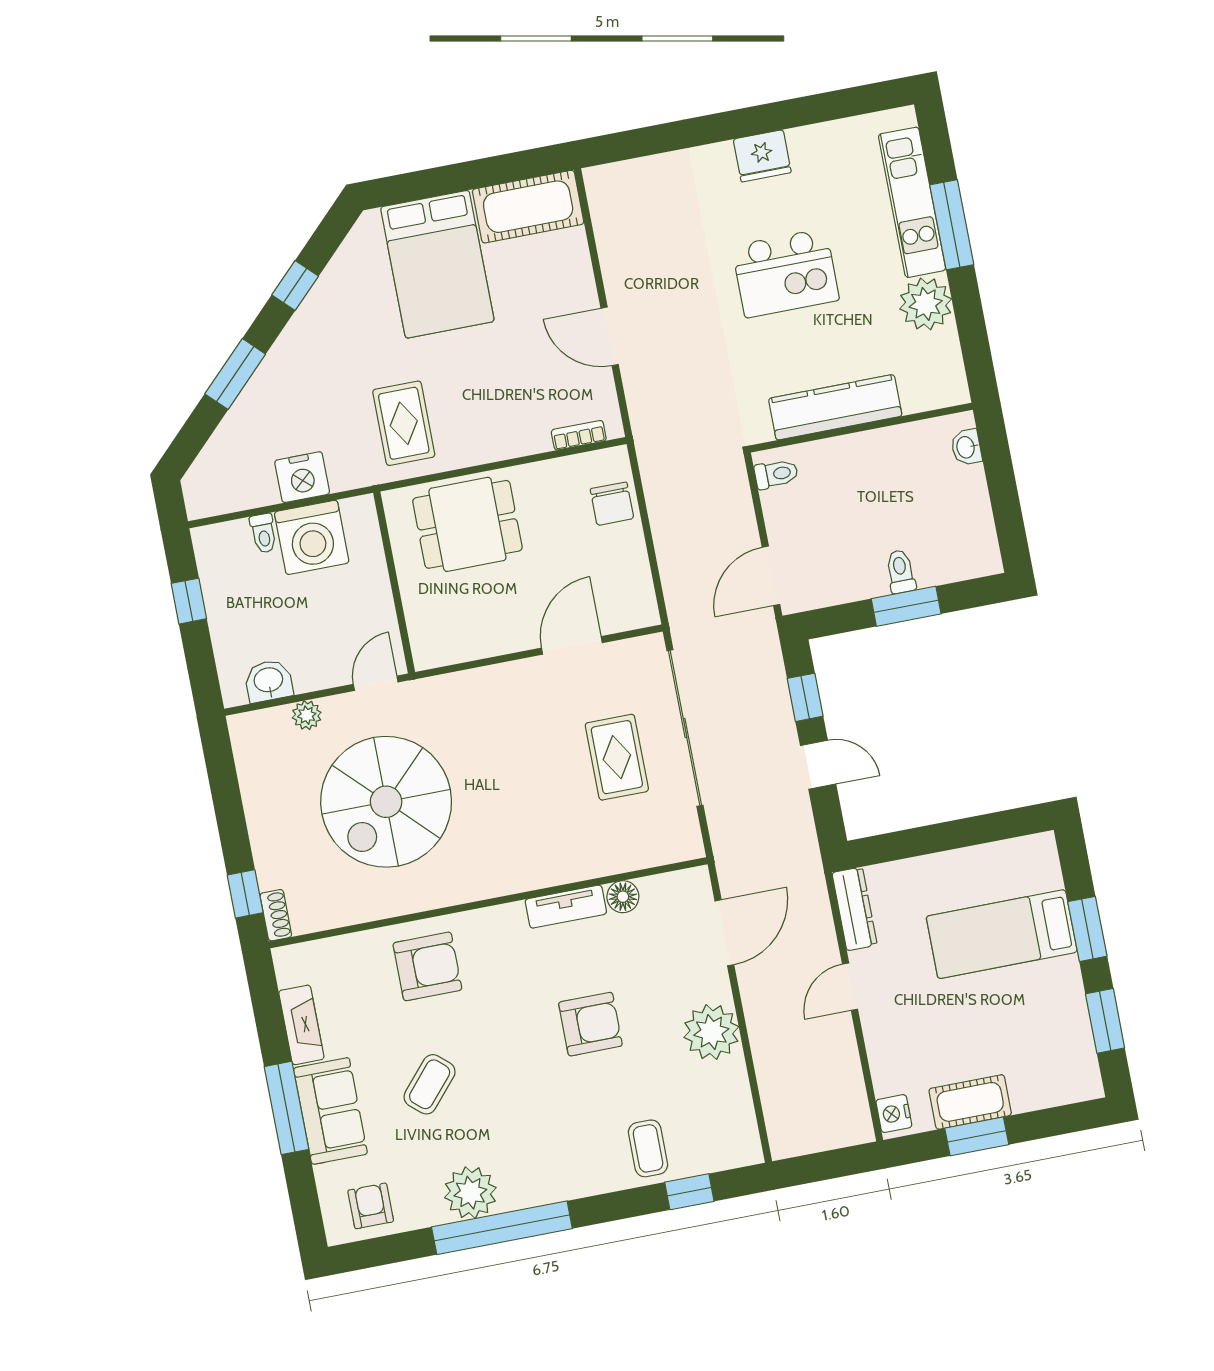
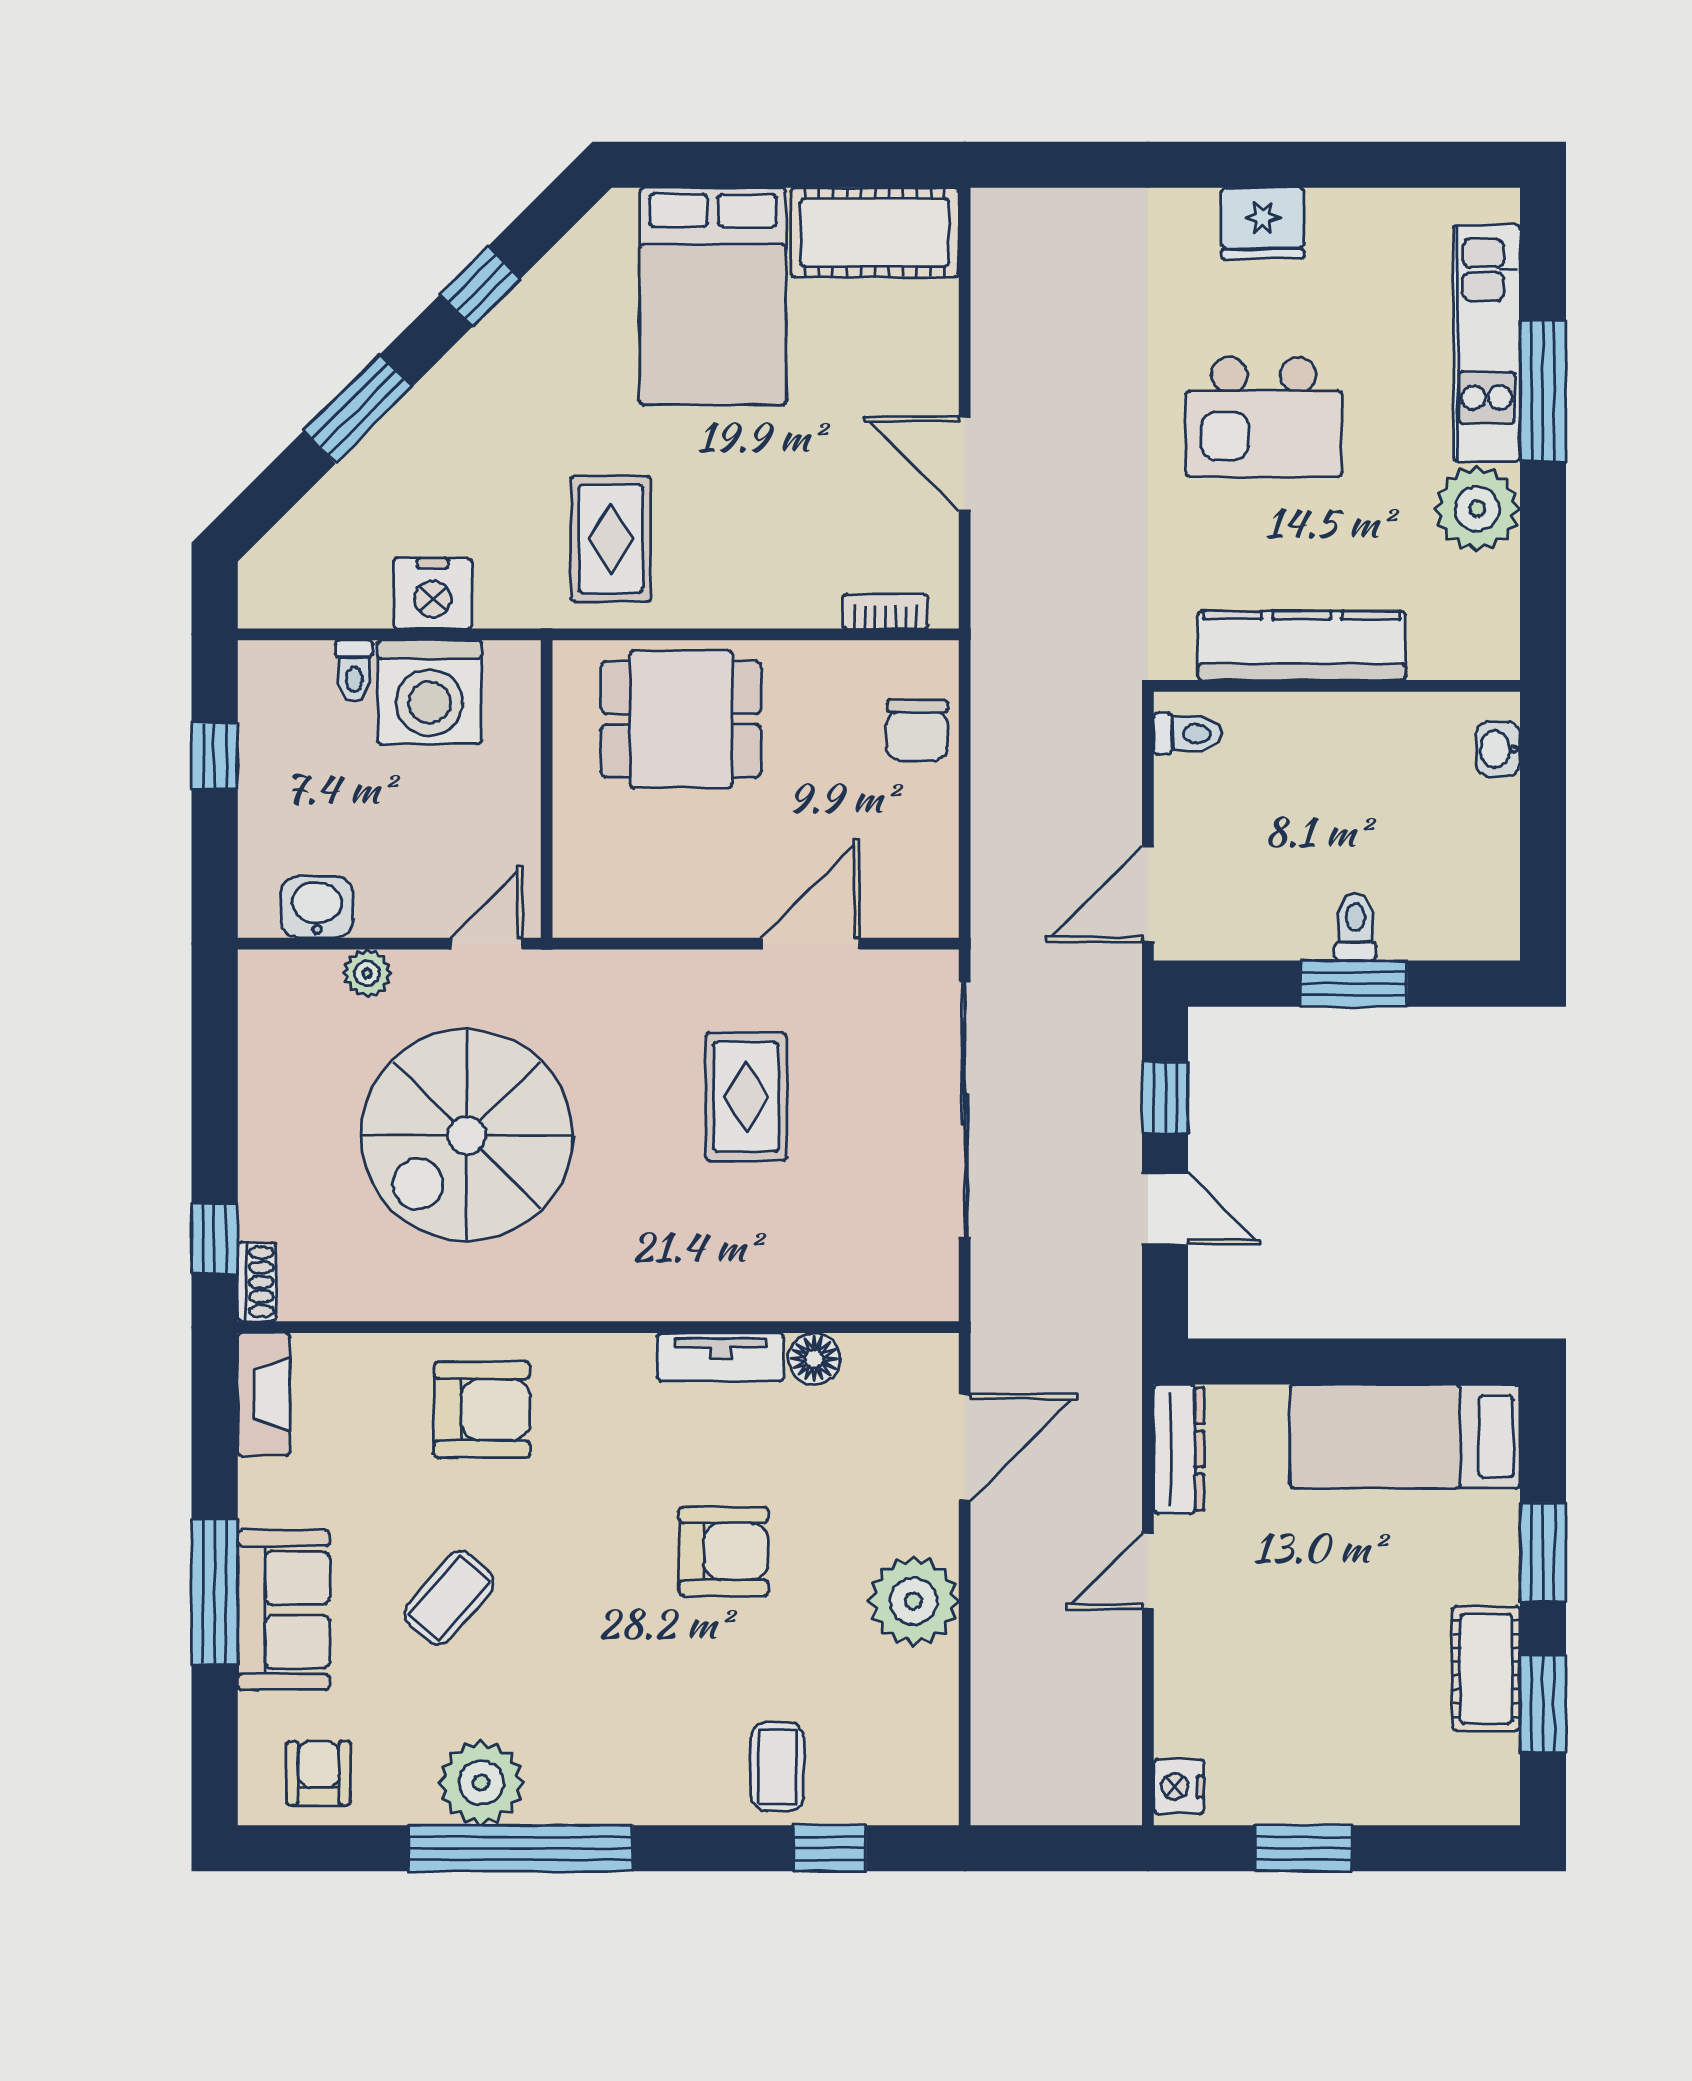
rug: (617, 757) -> (746, 1097), moved
bed: (1002, 934) -> (1405, 1436), moved
fireplace: (301, 1025) -> (264, 1394), moved
cot: (970, 1102) -> (1486, 1669), moved, turned 90

